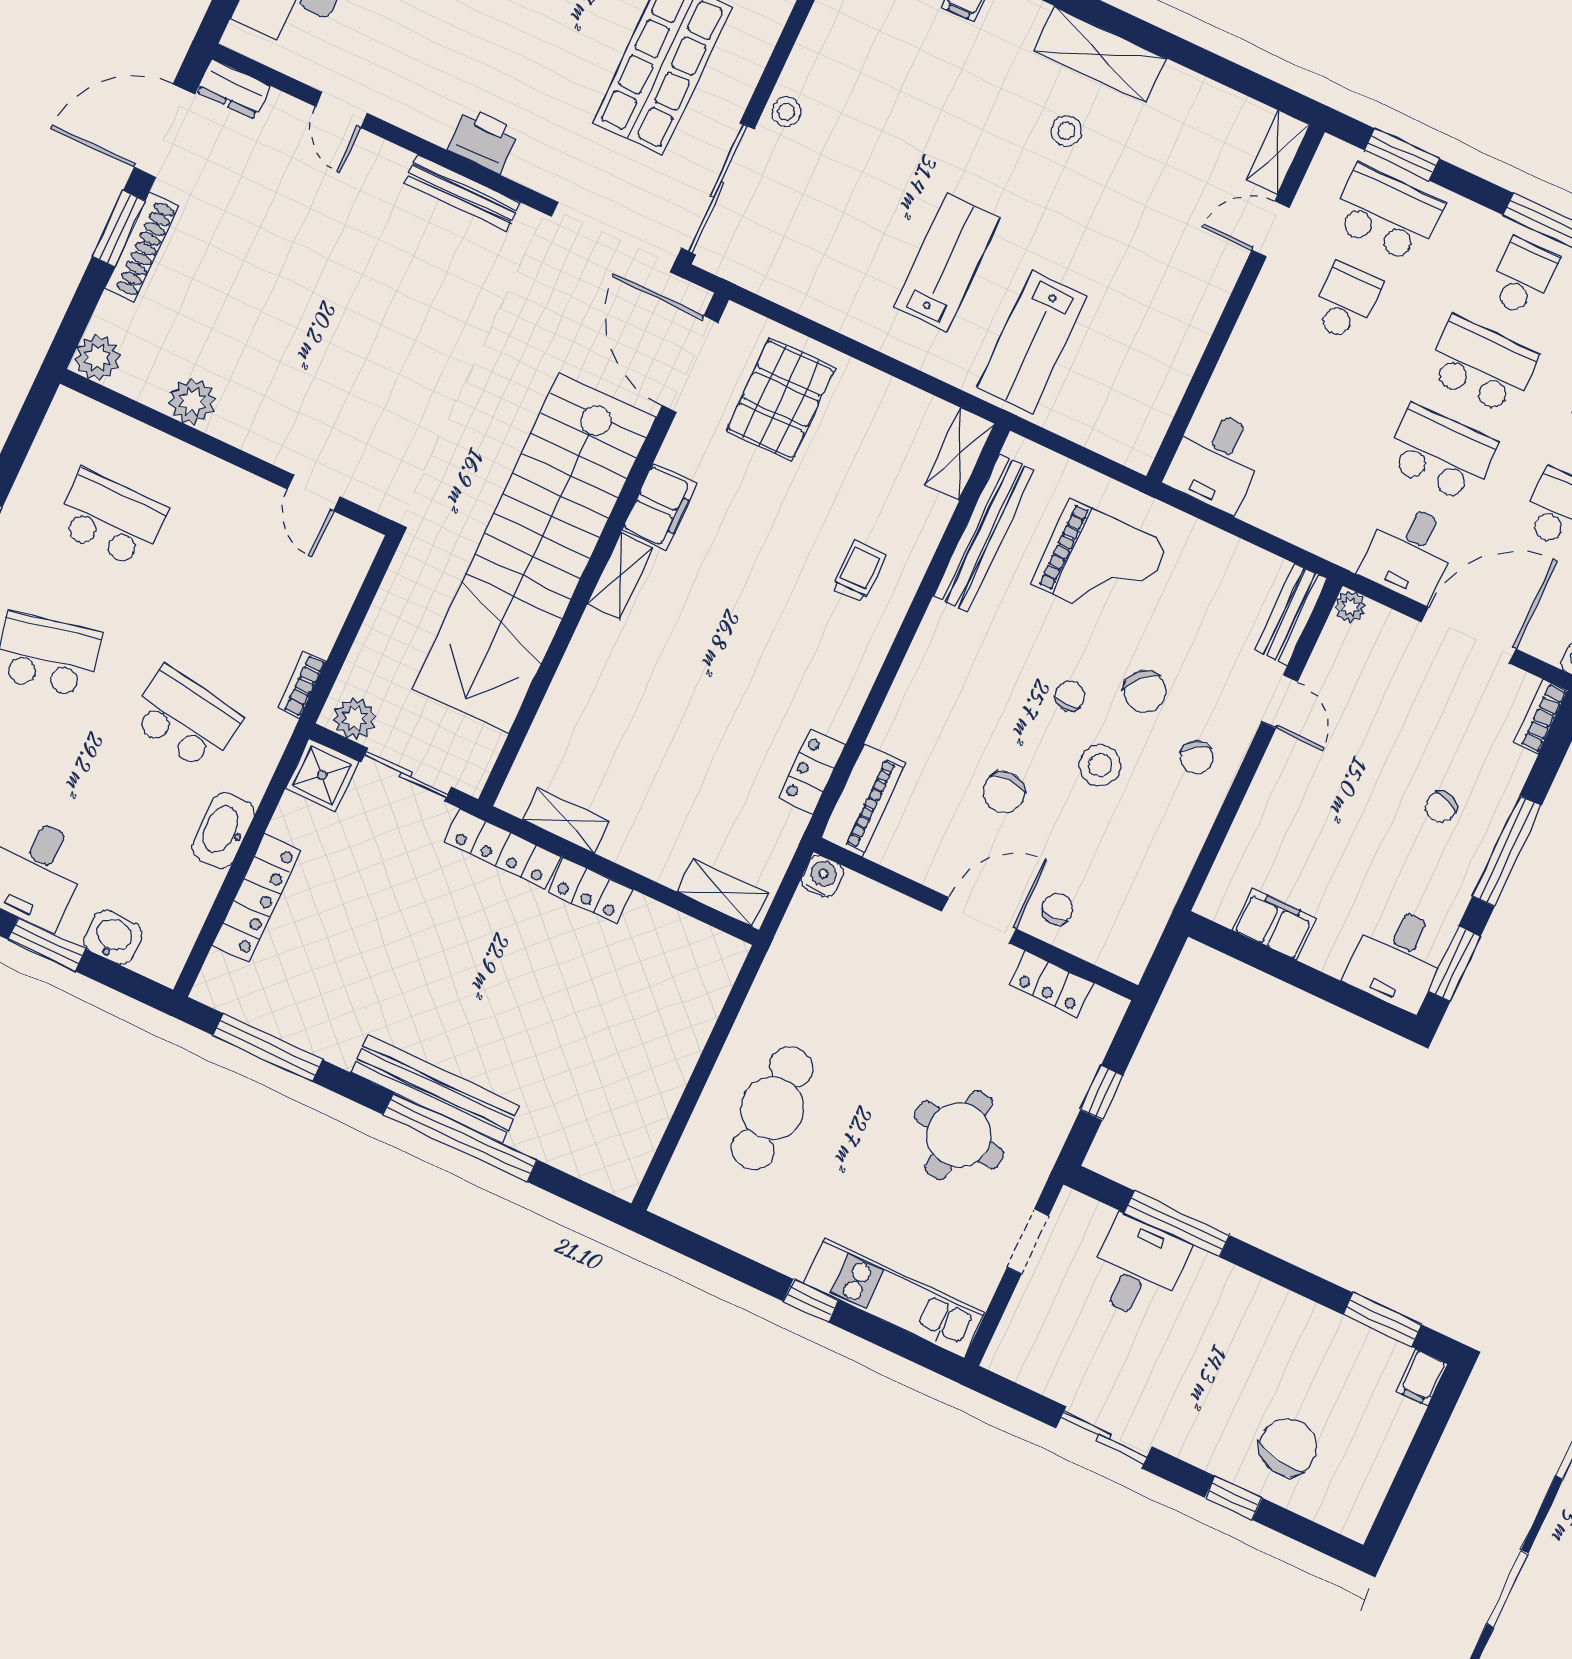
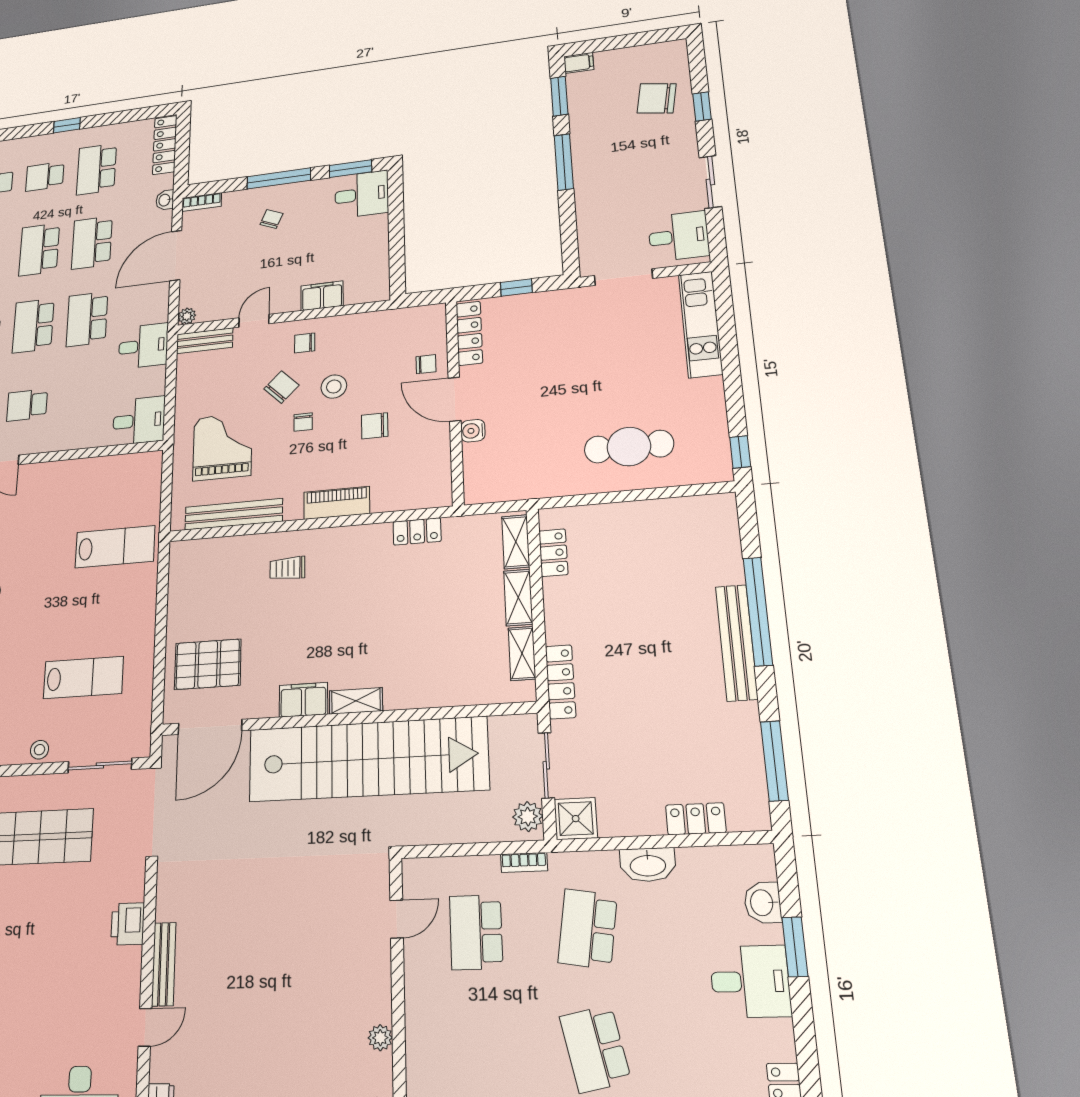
sliding door: (718, 189) -> (100, 765), width x0.73
bench: (462, 193) -> (164, 964), moved
lab bench: (947, 263) -> (83, 677), moved, turned 180
plant: (192, 402) -> (380, 1038), width x0.73, depth x0.73
shelving: (960, 454) -> (518, 597), moved, turned 90
school desk: (111, 519) -> (476, 932), moved
desk: (1410, 553) -> (143, 346), moved
door: (1469, 636) -> (176, 256), hinge flipped
chair: (1070, 696) -> (303, 422), turned -90
chair: (1197, 757) -> (305, 343), turned -149
chair: (1004, 792) -> (375, 426), turned 180
piano: (863, 800) -> (337, 503), moved
chair: (1441, 807) -> (271, 219), turned -91
water cooler: (822, 876) -> (473, 431), moved
locker: (590, 890) -> (553, 553), moved
locker: (257, 898) -> (696, 819), width x0.66
chair: (1057, 909) -> (426, 364), turned 180
filing cabinet: (1274, 924) -> (322, 296), moved, turned 90
locker: (1051, 984) -> (469, 333), width x1.53
round table: (959, 1135) -> (584, 343), removed
window: (1177, 1224) -> (564, 162), moved
doorway: (1028, 1242) -> (623, 277), width x1.38
desk: (1137, 1268) -> (679, 236), moved, turned 180
window: (811, 1301) -> (740, 452), moved

